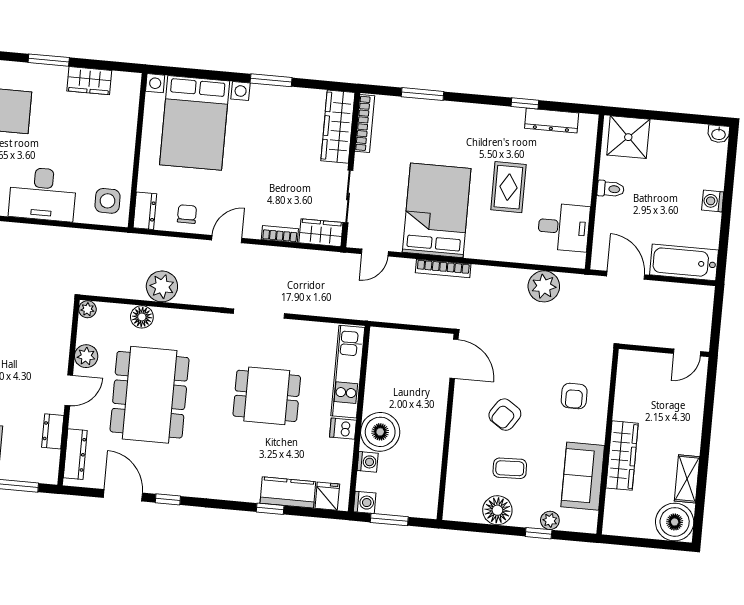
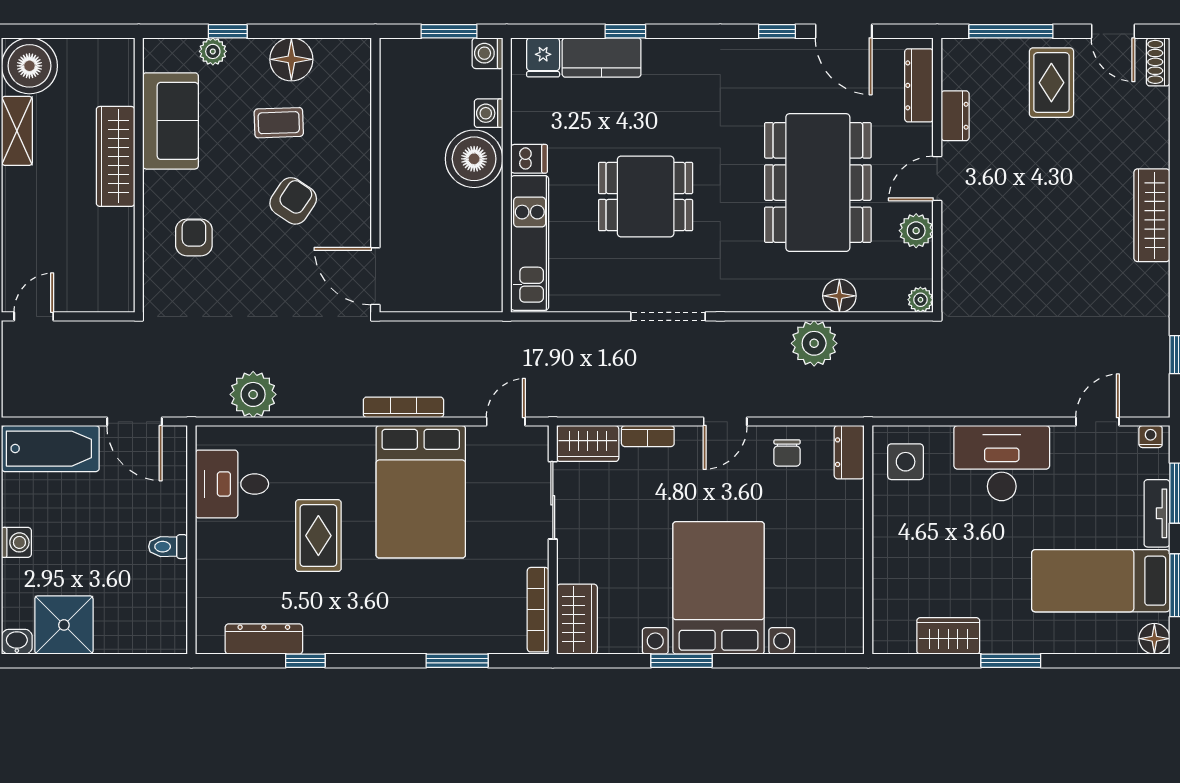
bed with nightstands: (195, 123) -> (719, 588), moved
wardrobe: (338, 127) -> (577, 619), width x0.67
shower: (628, 137) -> (64, 625), moved

